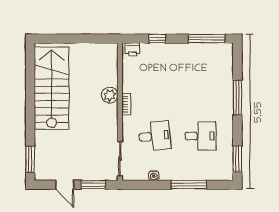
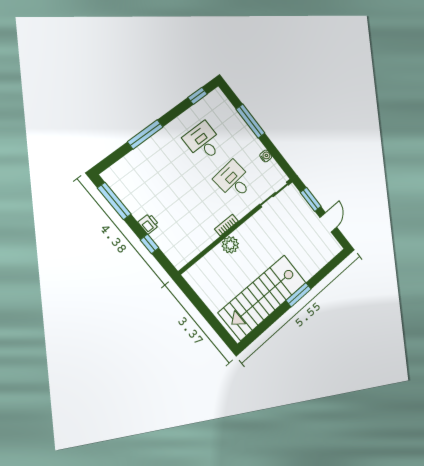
printer: (132, 49) -> (149, 224), moved
window: (30, 159) -> (299, 295), moved
window: (237, 159) -> (198, 96), width x0.67

